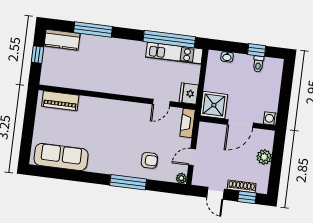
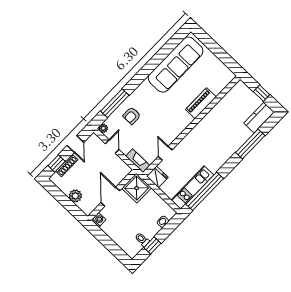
piano: (60, 101) -> (201, 103), moved
sofa: (61, 157) -> (176, 65), width x1.36, depth x1.27
window: (128, 182) -> (115, 103), moved
door: (215, 193) -> (75, 144), swing flipped

